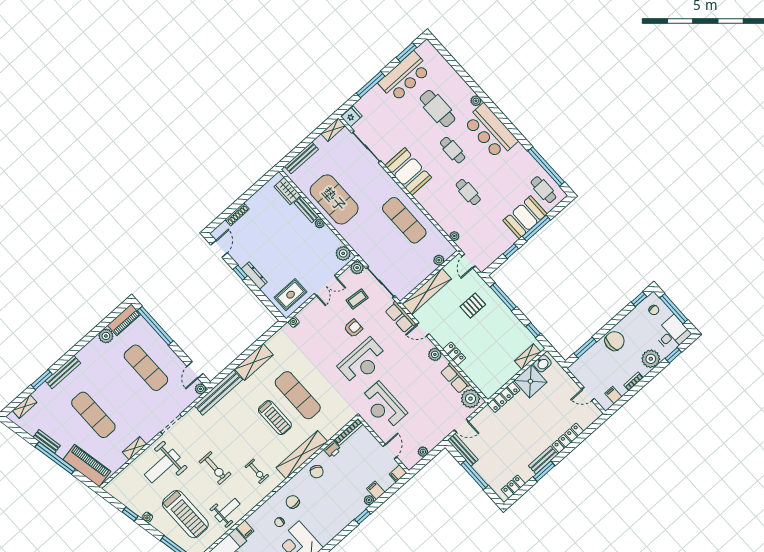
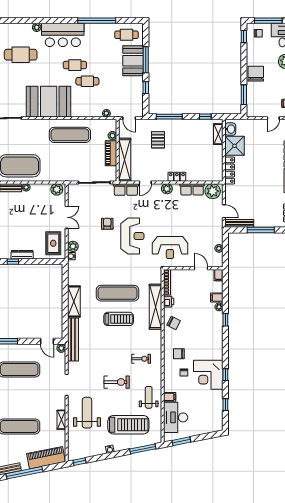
cafe table: (453, 150) -> (75, 65), moved
window: (546, 166) -> (97, 21), moved
booth: (408, 172) -> (49, 102), width x1.36, depth x1.42
plant: (357, 268) -> (73, 246), moved
piano: (421, 273) -> (111, 153), added
coffee table: (357, 299) -> (92, 206), removed
door: (461, 426) -> (224, 211), hinge flipped
shelving: (302, 455) -> (155, 307), moved
weight bench: (162, 466) -> (87, 413), turned 180
window: (130, 514) -> (79, 462), moved

